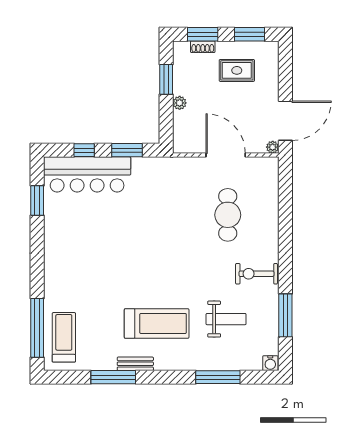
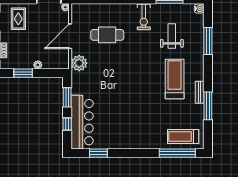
rug: (237, 70) -> (18, 19), moved
plant: (182, 170) -> (79, 63), added

